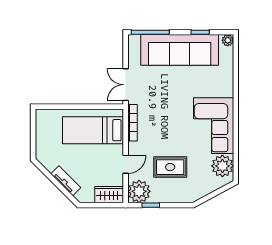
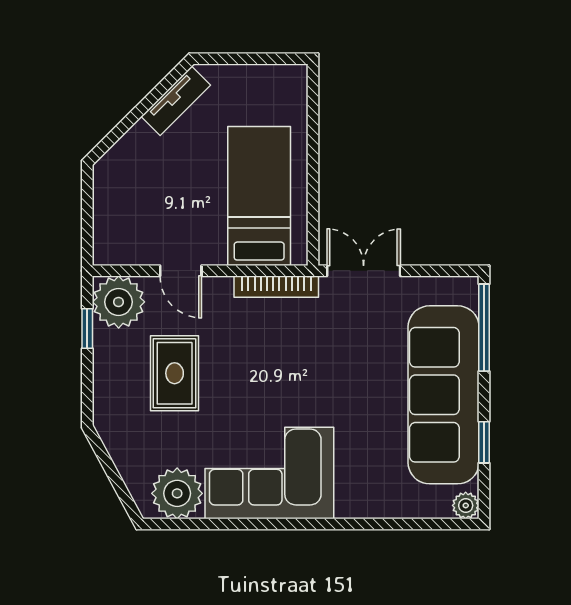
tv unit: (66, 181) -> (176, 101), moved
wardrobe: (109, 195) -> (111, 233), removed

